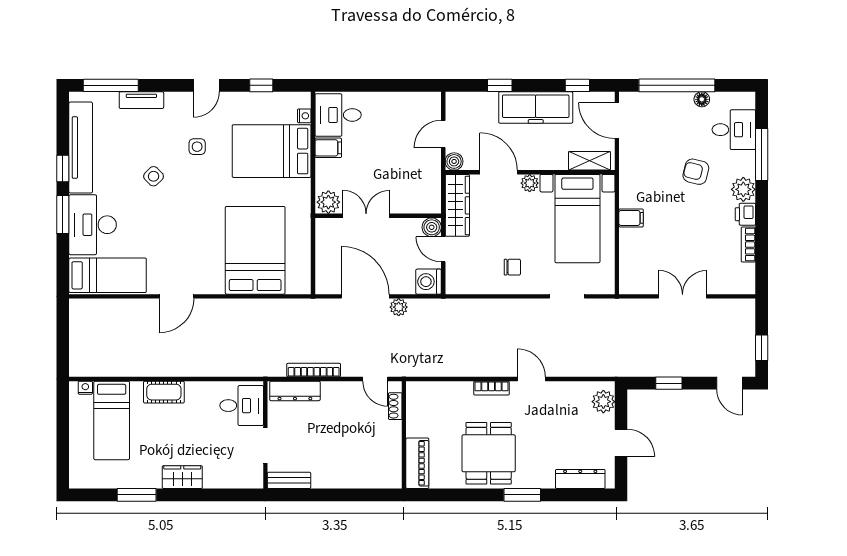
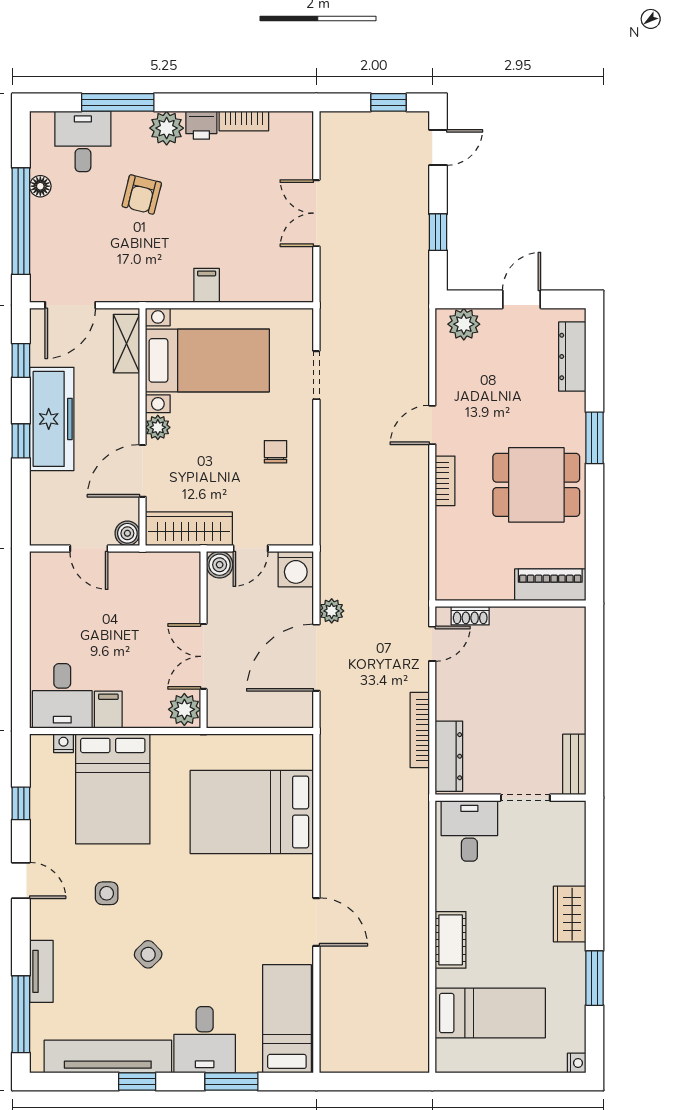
window: (500, 85) -> (21, 441), moved
window: (63, 215) -> (231, 1081), moved
desk: (93, 225) -> (205, 1040), width x0.73
nightstand: (85, 388) -> (577, 1063), moved, turned 180

